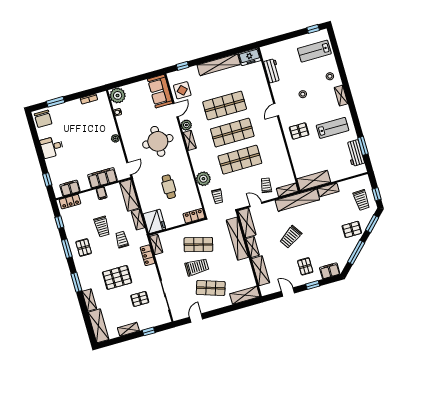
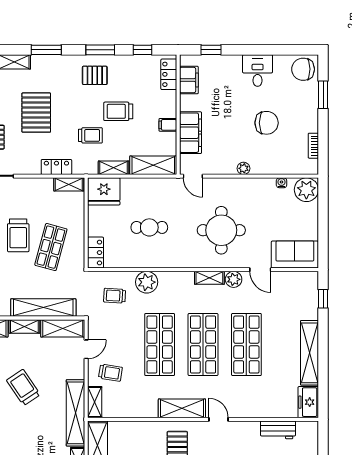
display table: (182, 90) -> (287, 288), removed
chair: (83, 132) -> (267, 123), added
shelving: (276, 134) -> (182, 408), added

